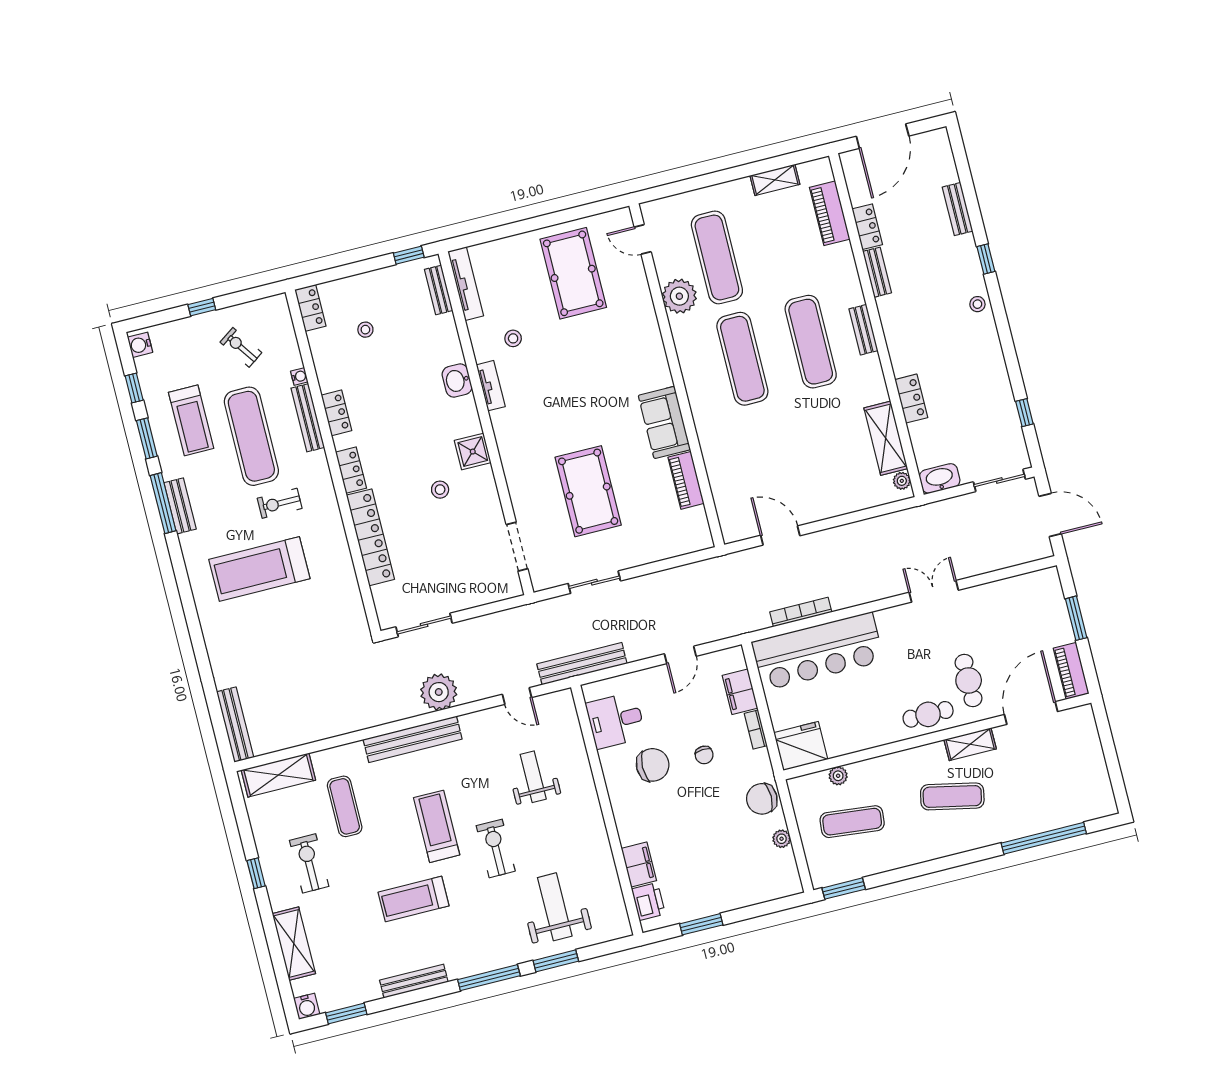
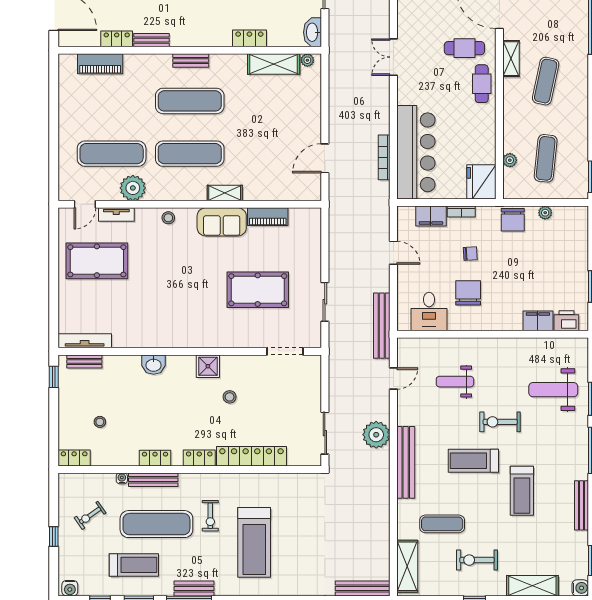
shelving: (775, 180) -> (225, 193), moved, turned 90
stool: (513, 338) -> (168, 218), moved
tv unit: (491, 386) -> (116, 214), moved, turned 180

